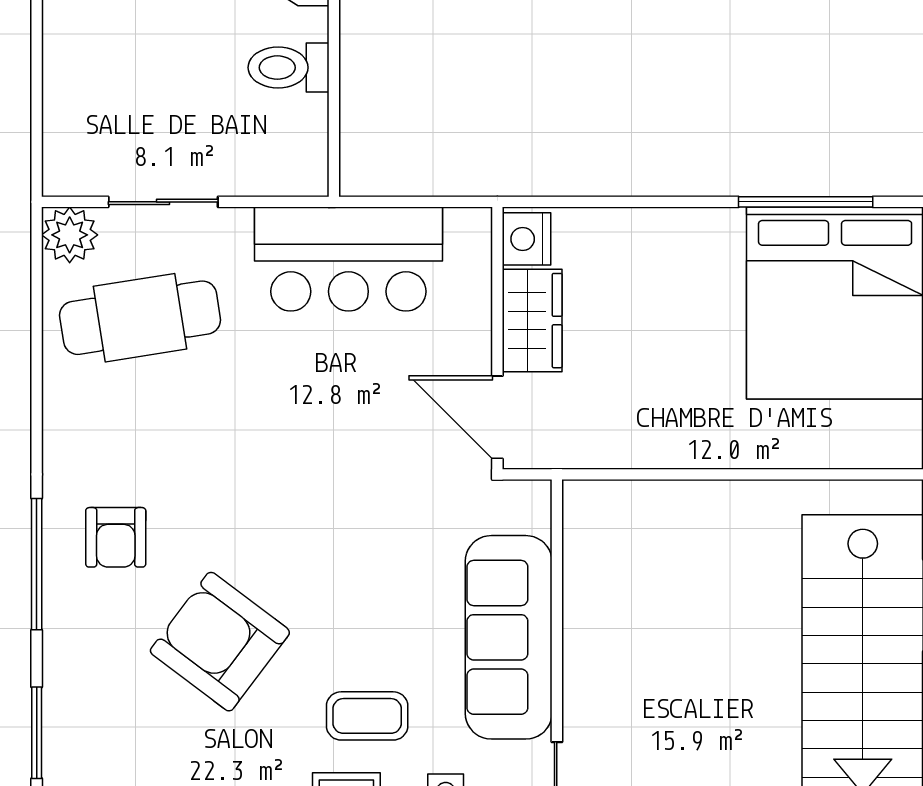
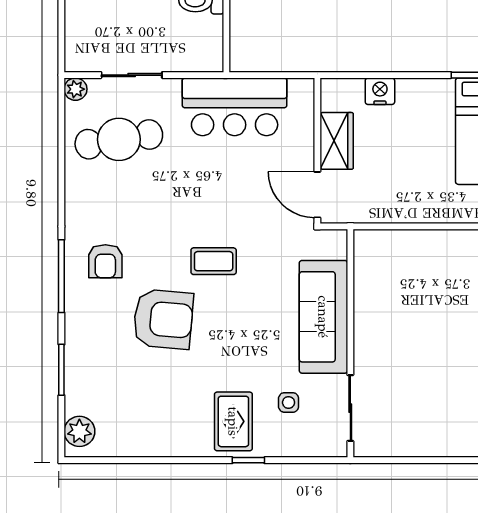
plant: (70, 235) -> (75, 89), width x0.73, depth x0.73
nightstand: (526, 239) -> (380, 91), moved, turned 90
armchair: (220, 642) -> (163, 319), turned 148
coffee table: (367, 716) -> (214, 261), moved

